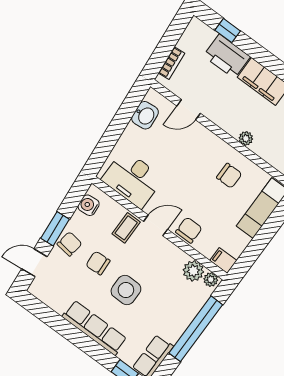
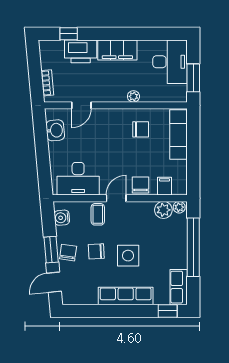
filing cabinet: (223, 260) -> (164, 186), moved, turned 90

